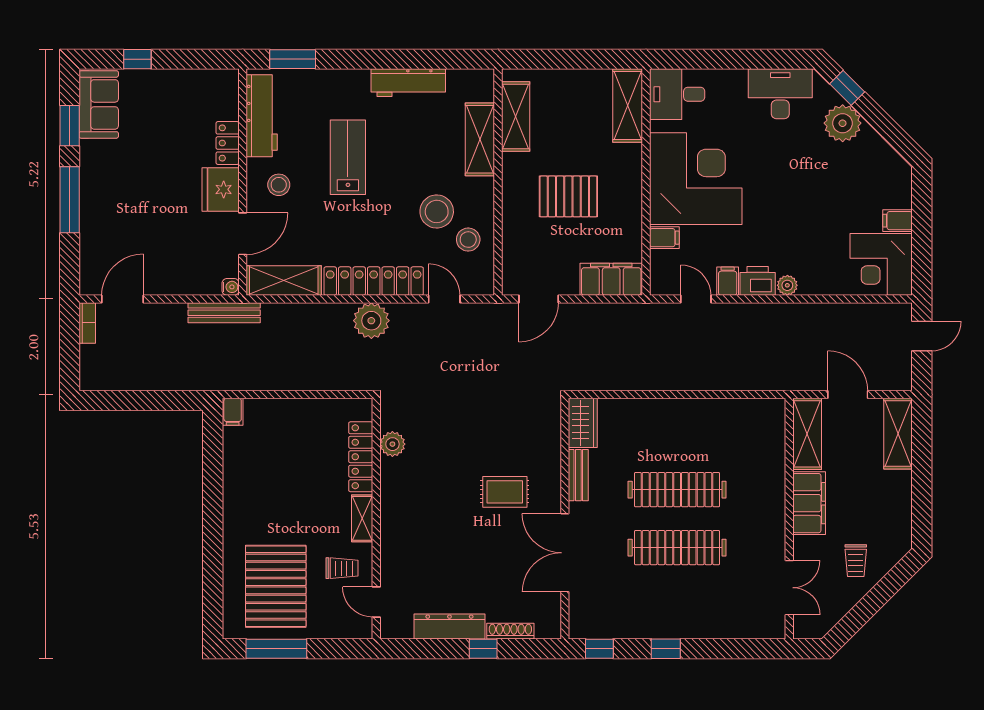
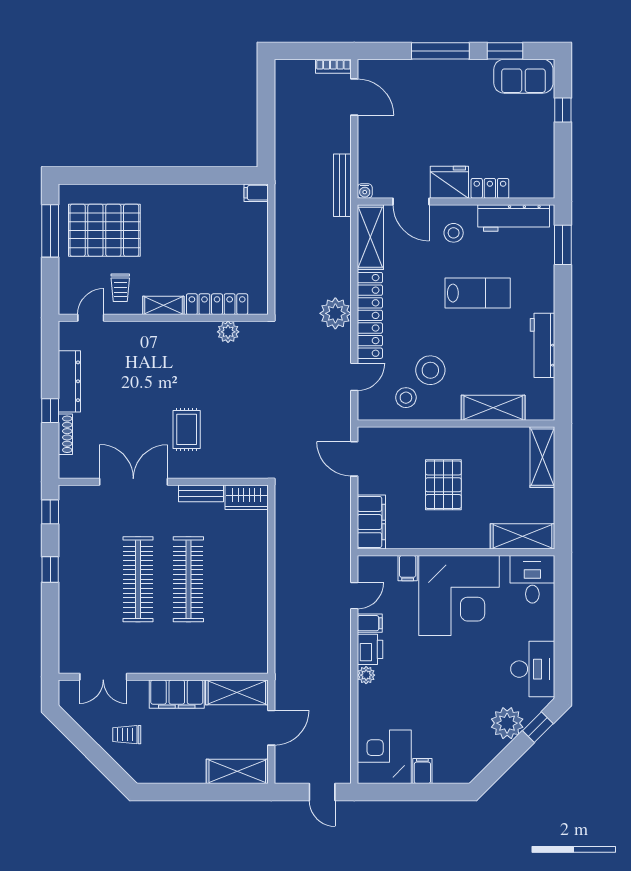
shelving: (516, 117) -> (542, 457), moved, turned 90

